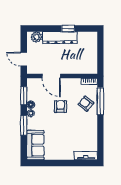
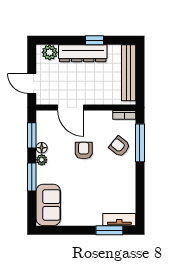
bench: (92, 51) -> (129, 73), added
window: (79, 163) -> (109, 230), added

